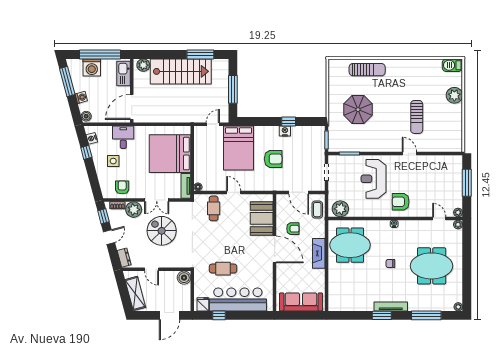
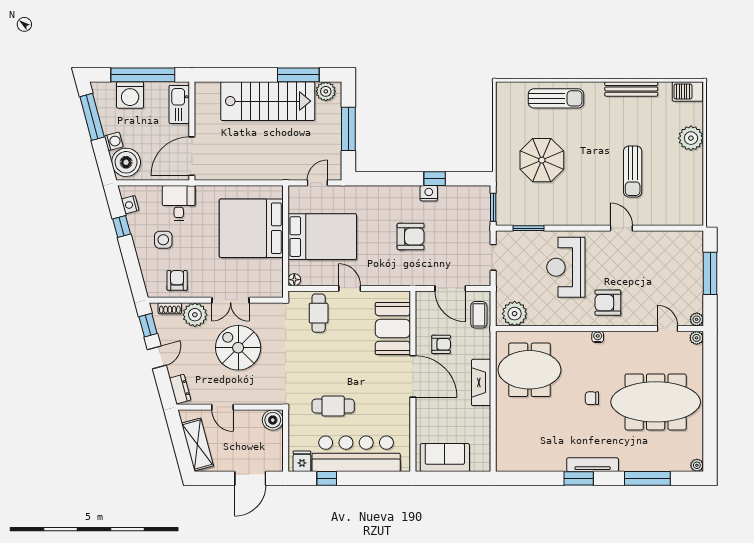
bench: (416, 64) -> (631, 89), added
plant: (143, 65) -> (326, 91), moved
boiler: (86, 116) -> (126, 162), width x1.86, depth x1.86
bed: (239, 148) -> (322, 237), moved, turned -90
tv unit: (186, 186) -> (276, 278), removed
meeting table: (432, 266) -> (656, 402), width x1.36
sofa: (301, 302) -> (445, 458), width x0.73

